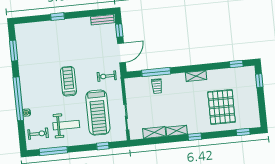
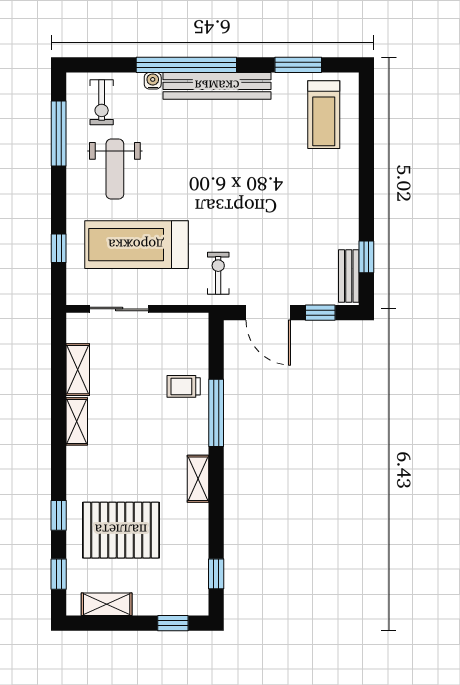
window: (58, 17) -> (366, 257), moved
window: (156, 72) -> (216, 413), moved
treadmill: (68, 81) -> (324, 115), moved, turned 90
bench: (26, 85) -> (217, 86), added
shelving: (254, 110) -> (107, 604), added
window: (195, 137) -> (59, 515), moved

